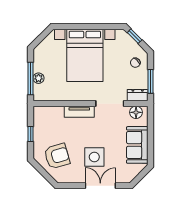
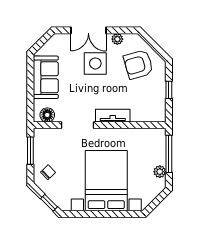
plant: (39, 78) -> (160, 172), moved
dresser: (138, 95) -> (45, 135), removed
plant: (75, 178) -> (117, 39), added

